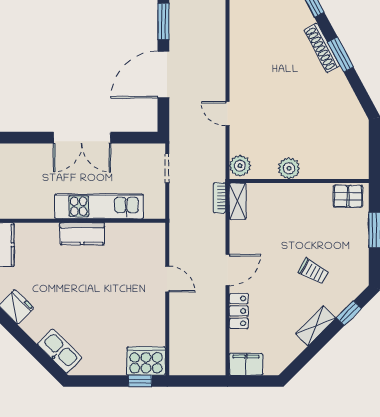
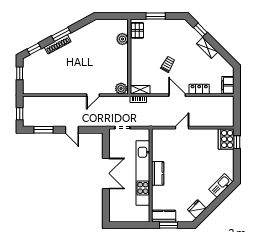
door: (163, 75) -> (72, 130), width x0.53
plant: (289, 168) -> (122, 39), moved
kitchen unit: (99, 206) -> (143, 173), width x1.36
trolley: (313, 271) -> (168, 64), moved

